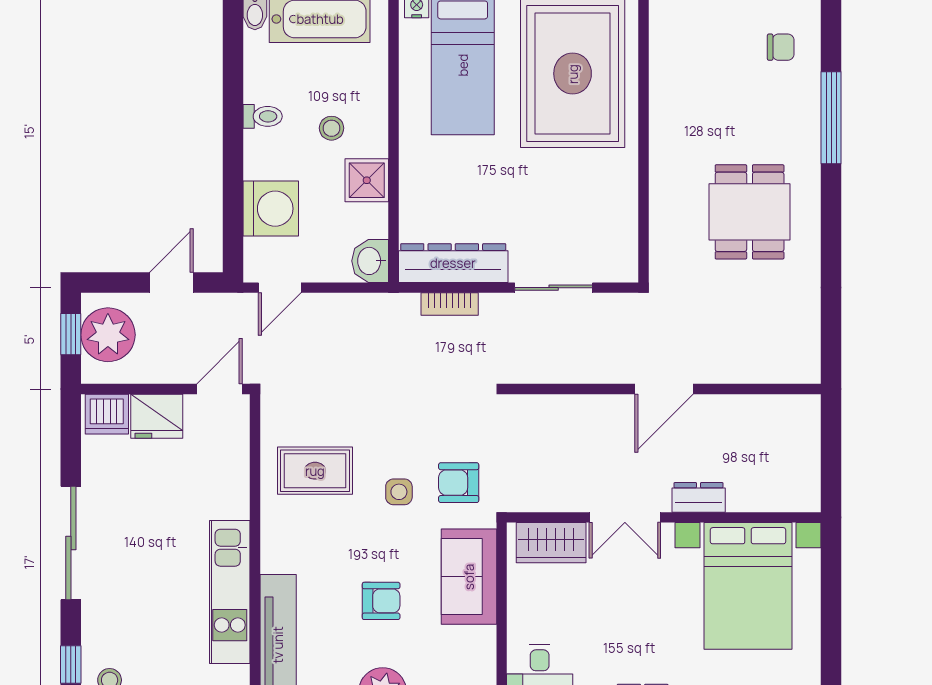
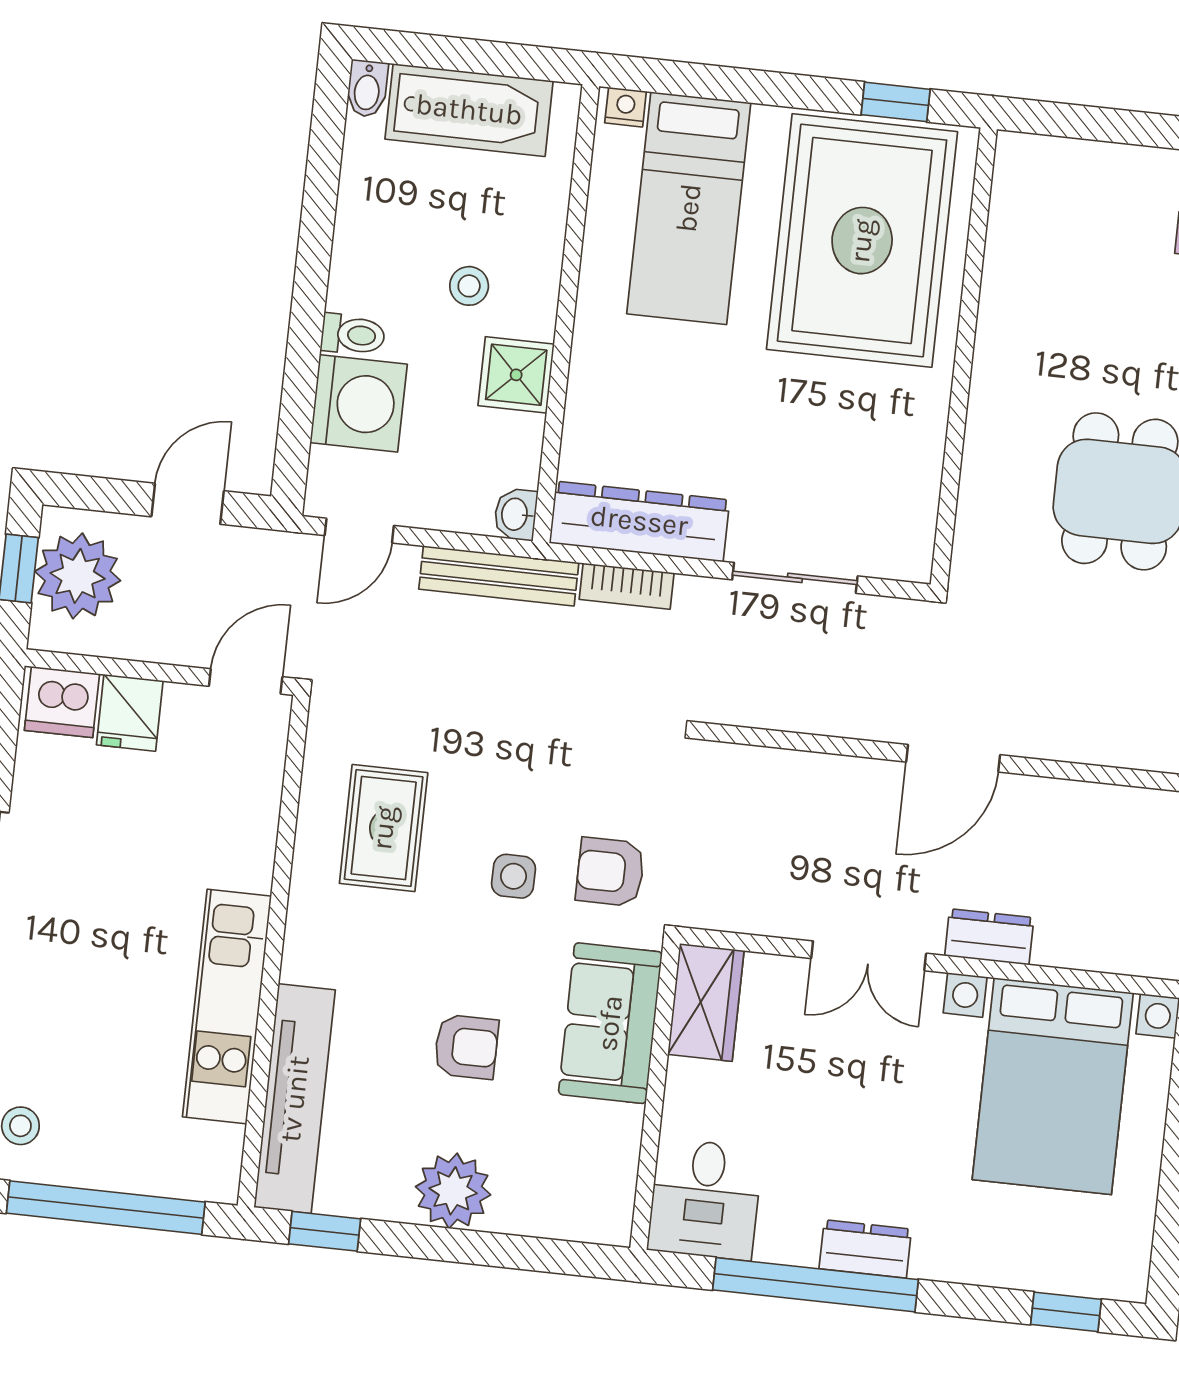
toilet: (263, 116) -> (353, 335), moved
washbasin: (370, 261) -> (516, 514), width x0.72, depth x0.69
bench: (370, 306) -> (499, 576), added
fridge: (157, 416) -> (130, 713), width x0.72
rug: (315, 471) -> (384, 828), turned 90
wardrobe: (551, 543) -> (706, 1002), moved, turned -90

